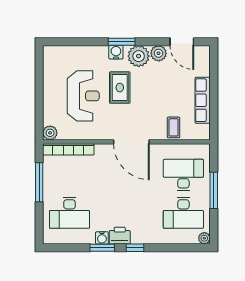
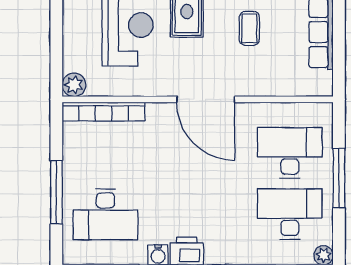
coffee table: (174, 127) -> (249, 28), moved
window: (39, 182) -> (56, 192), moved
desk: (183, 213) -> (290, 214), turned 180

